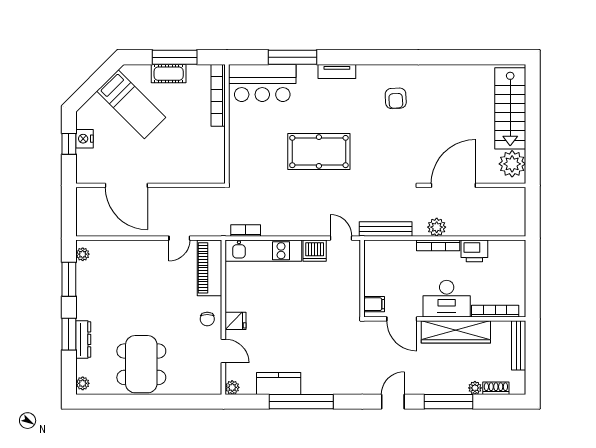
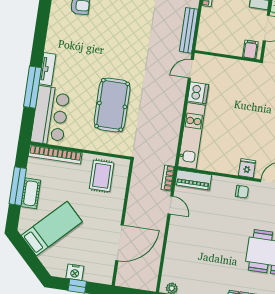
tv unit: (337, 71) -> (47, 69), moved
pool table: (319, 152) -> (112, 105), moved
rug: (201, 153) -> (102, 176), added
bookcase: (246, 231) -> (168, 178), moved
piano: (210, 268) -> (193, 180), width x0.73, depth x0.75

